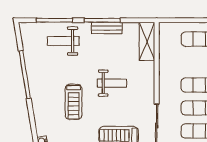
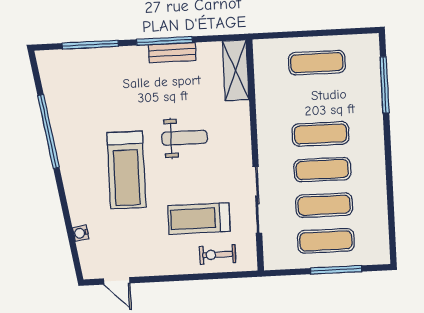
weight bench: (63, 41) -> (106, 76), removed
treadmill: (74, 102) -> (126, 170), width x1.37, depth x1.38

